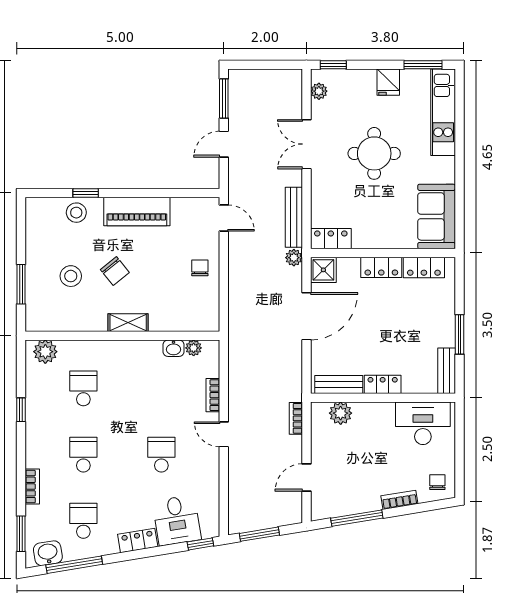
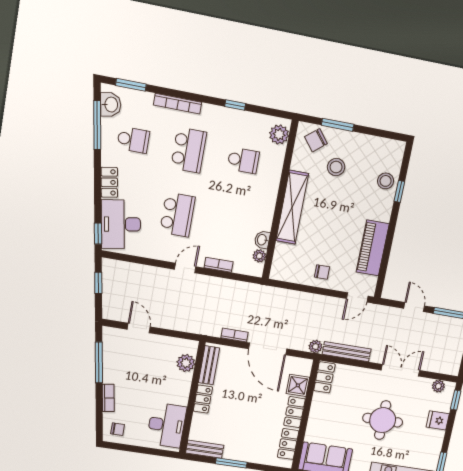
fridge: (388, 82) -> (438, 420), moved
piano: (137, 212) -> (373, 248), moved
shower: (323, 270) -> (298, 385), moved
chair: (115, 271) -> (316, 140), moved
shelving: (128, 323) -> (292, 207), width x2.20, depth x1.33
bookcase: (296, 418) -> (235, 335), moved
school desk: (83, 455) -> (189, 150), width x1.85
school desk: (161, 455) -> (177, 215), width x1.85
bookcase: (32, 487) -> (178, 104), width x1.56
desk: (177, 520) -> (121, 224), width x1.37
window: (259, 534) -> (98, 283), width x0.67

